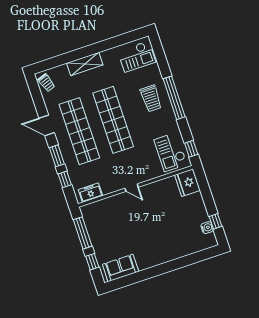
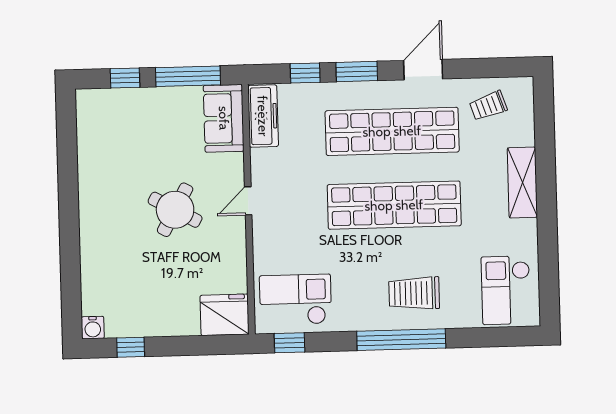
trolley: (46, 83) -> (488, 106), moved
freezer: (90, 193) -> (263, 116), width x1.40
round table: (146, 220) -> (175, 210), added
water cooler: (207, 228) -> (93, 328), moved
sofa: (121, 268) -> (224, 118), moved, turned 180

